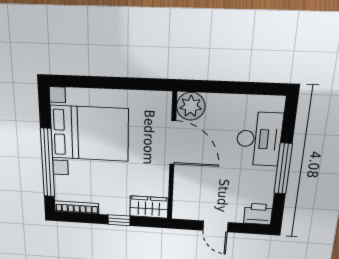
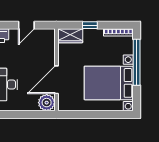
door: (173, 143) -> (56, 80), hinge flipped
door: (215, 226) -> (26, 25), swing flipped

